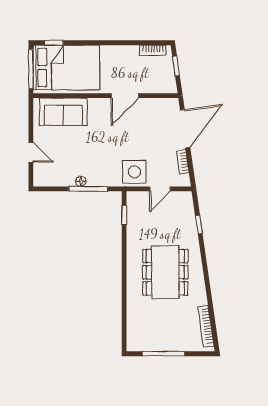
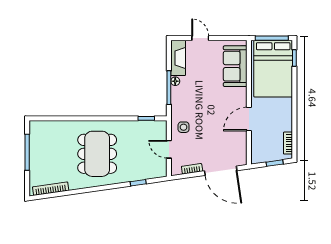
door: (125, 96) -> (249, 119), hinge flipped
door: (31, 152) -> (200, 38), swing flipped
side table: (134, 172) -> (184, 127), width x0.54, depth x0.54
fireplace: (54, 178) -> (178, 58), added
dining table: (165, 272) -> (97, 154), turned 90

